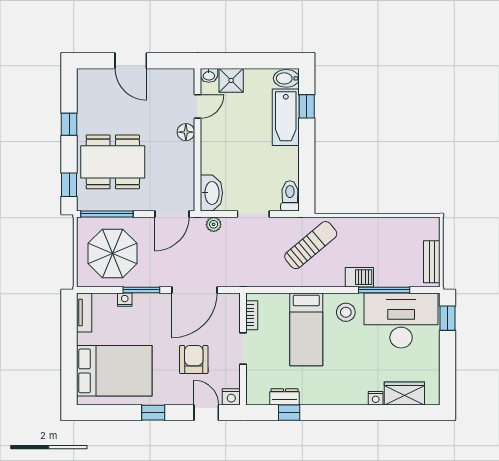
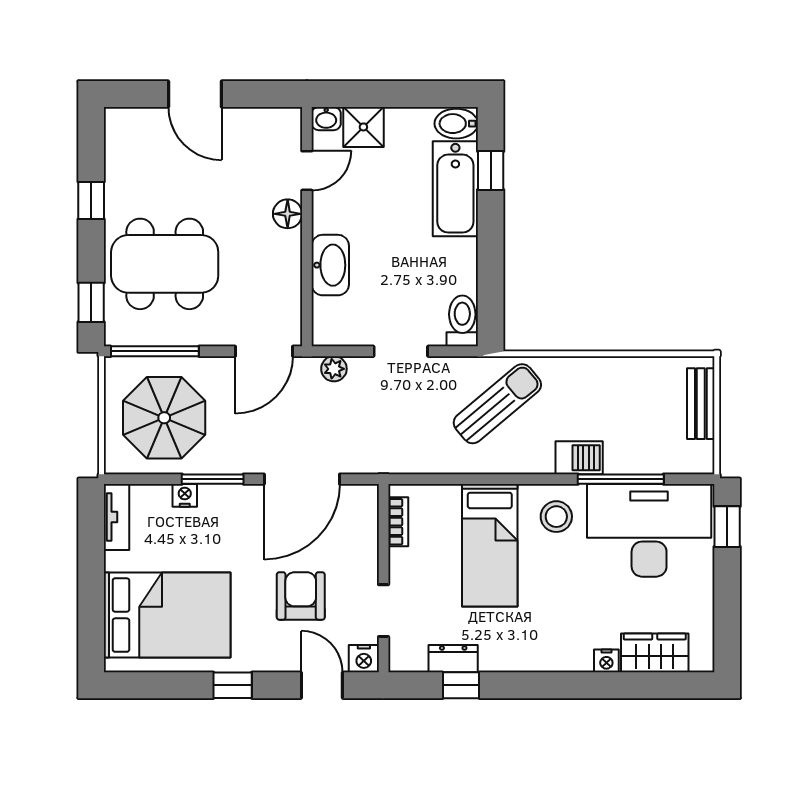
washbasin: (211, 193) -> (330, 265), moved
bench: (432, 262) -> (701, 404), moved
doorway: (243, 349) -> (384, 611), moved

